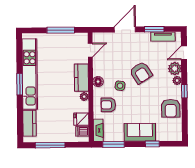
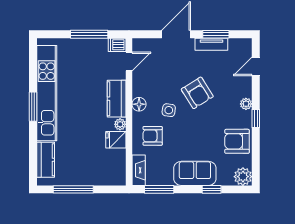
tv unit: (163, 37) -> (211, 44), moved
plant: (175, 69) -> (243, 177), moved
armchair: (171, 108) -> (237, 141), turned 90
fridge: (81, 119) -> (116, 140), moved
dishwasher: (82, 131) -> (117, 45), moved

